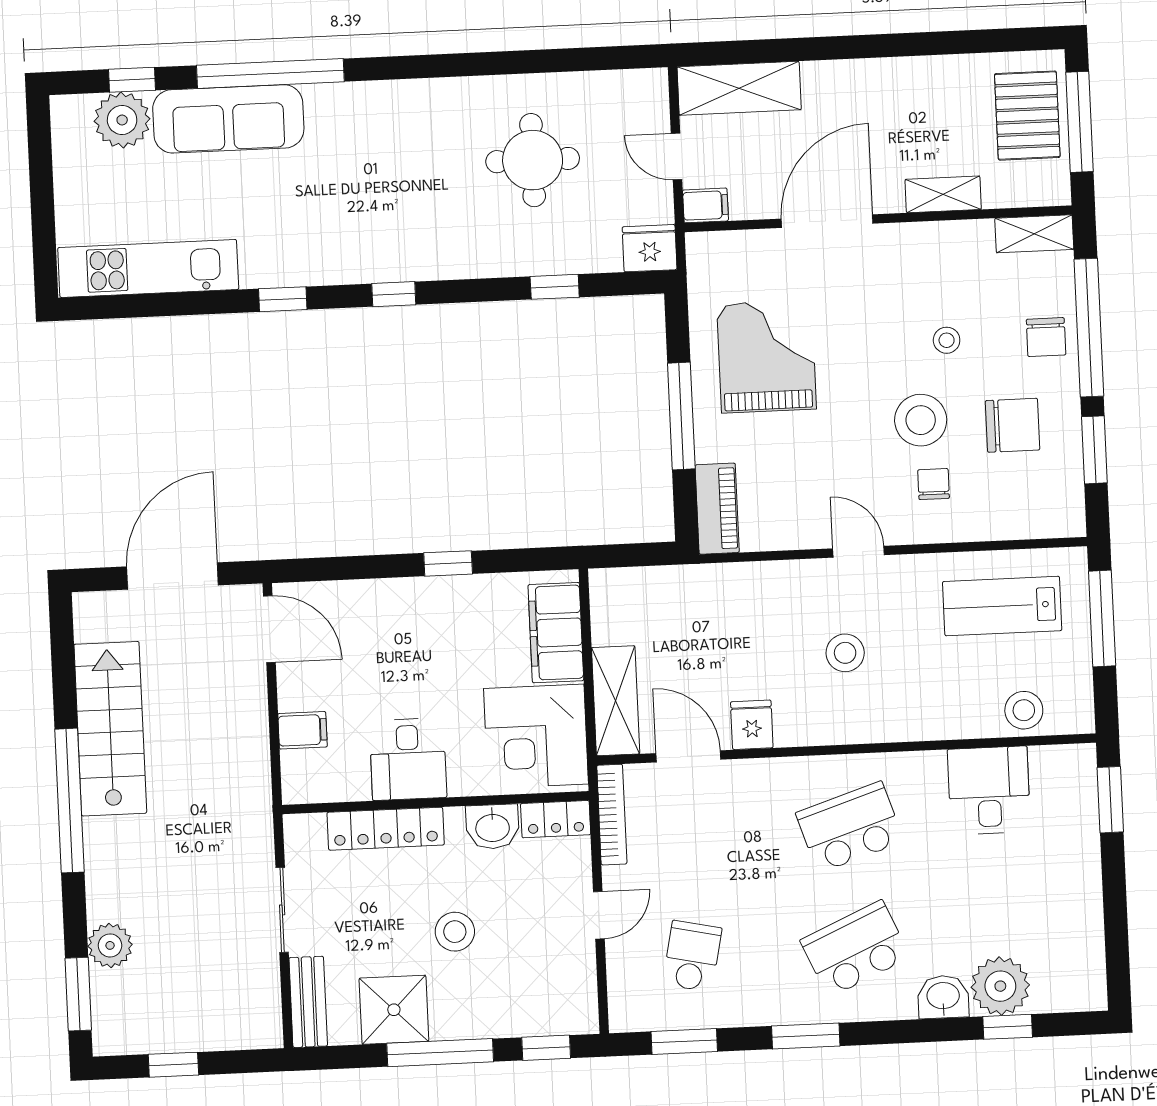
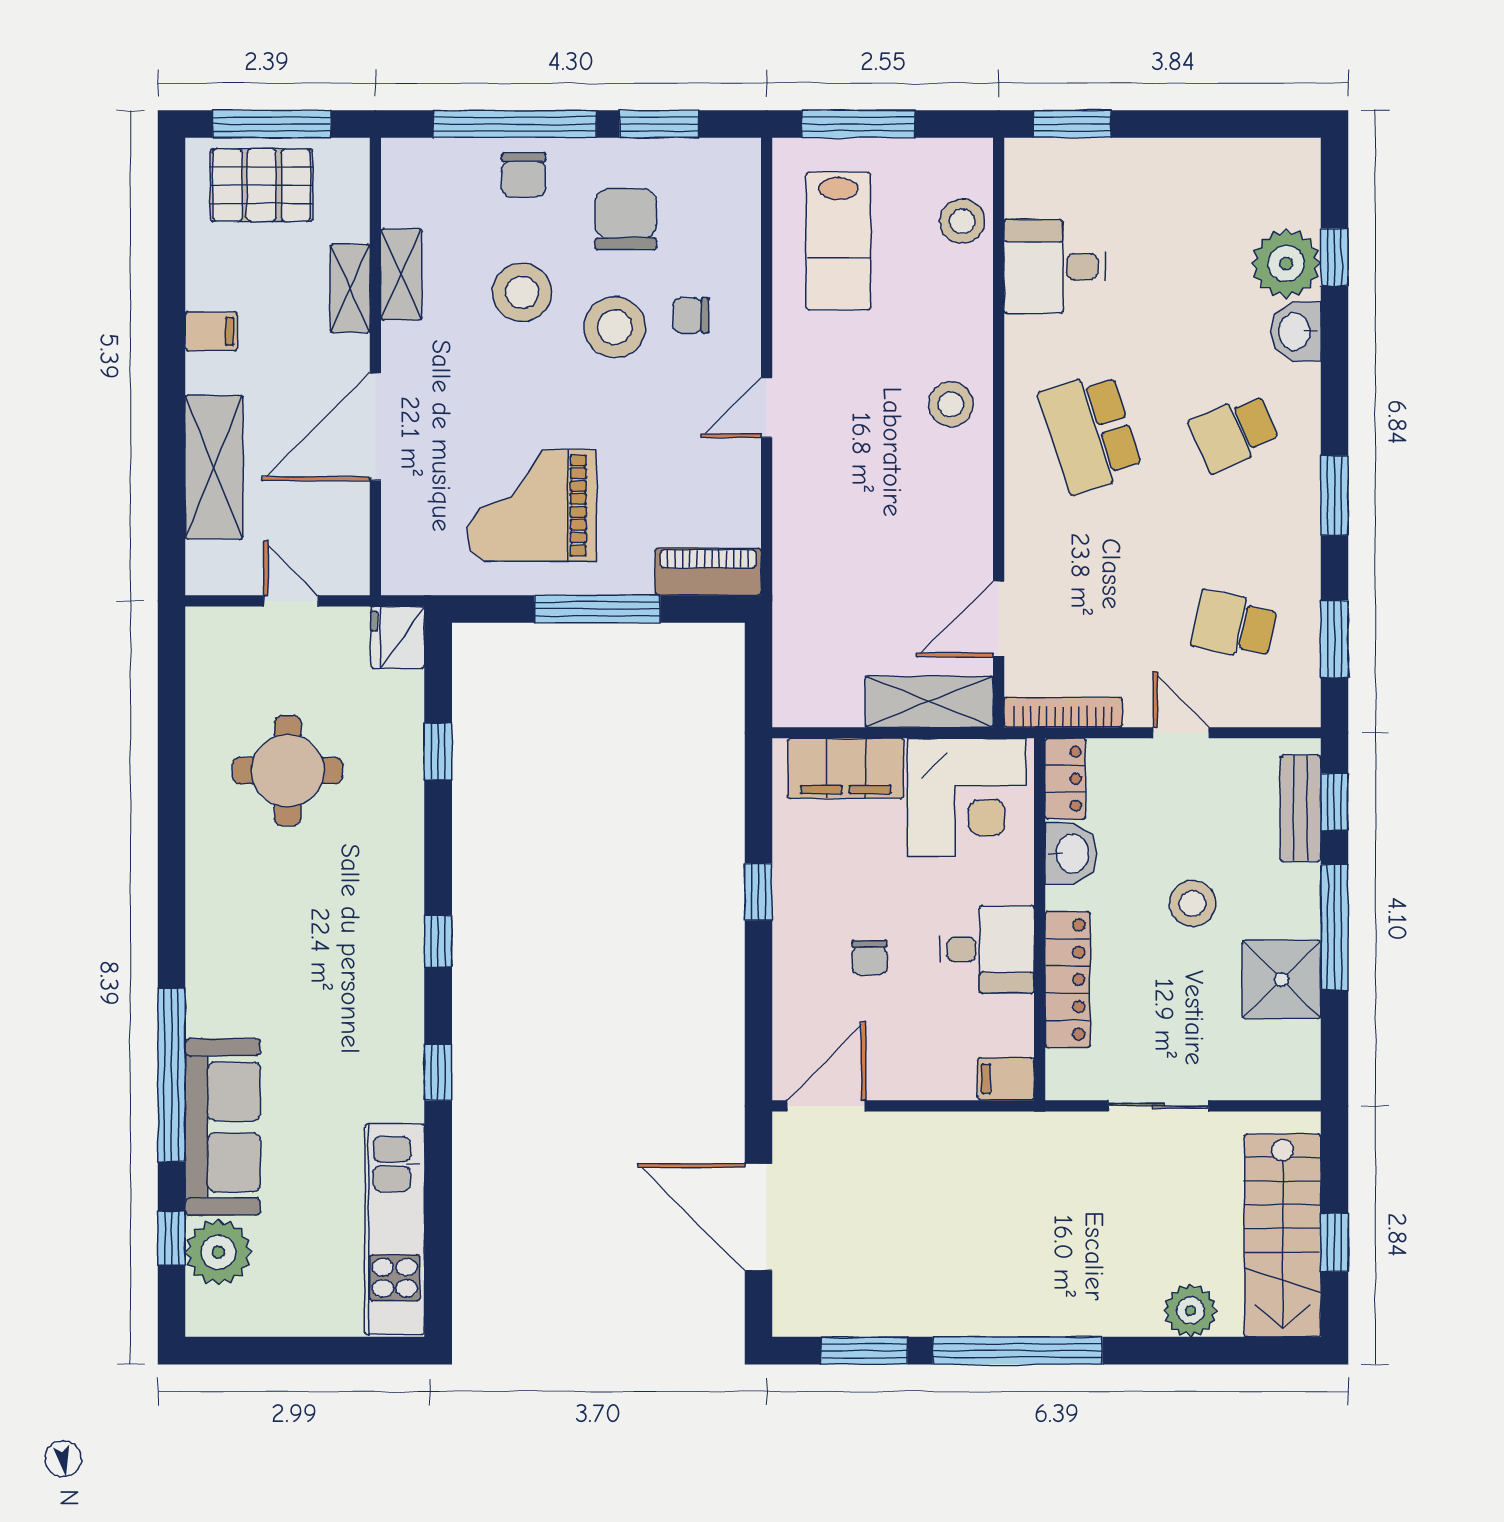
shelving: (739, 88) -> (214, 467), moved
door: (676, 156) -> (291, 601), swing flipped
filing cabinet: (705, 205) -> (211, 331), moved, turned 90
door: (827, 221) -> (375, 427), hinge flipped
shelving: (1034, 234) -> (401, 274), moved
chair: (1046, 337) -> (524, 175), turned 90
stool: (947, 340) -> (522, 292), width x1.89, depth x1.89
stool: (845, 653) -> (951, 404), moved
chair: (396, 660) -> (870, 958), added
fridge: (752, 725) -> (965, 542), removed
stairs: (110, 729) -> (1282, 1235), moved, turned -90
filing cabinet: (303, 730) -> (1006, 1079), moved, turned -90
school desk: (855, 949) -> (1234, 432), width x0.54
window: (78, 994) -> (864, 1351), moved
bench: (308, 1002) -> (1300, 808), moved, turned 90

